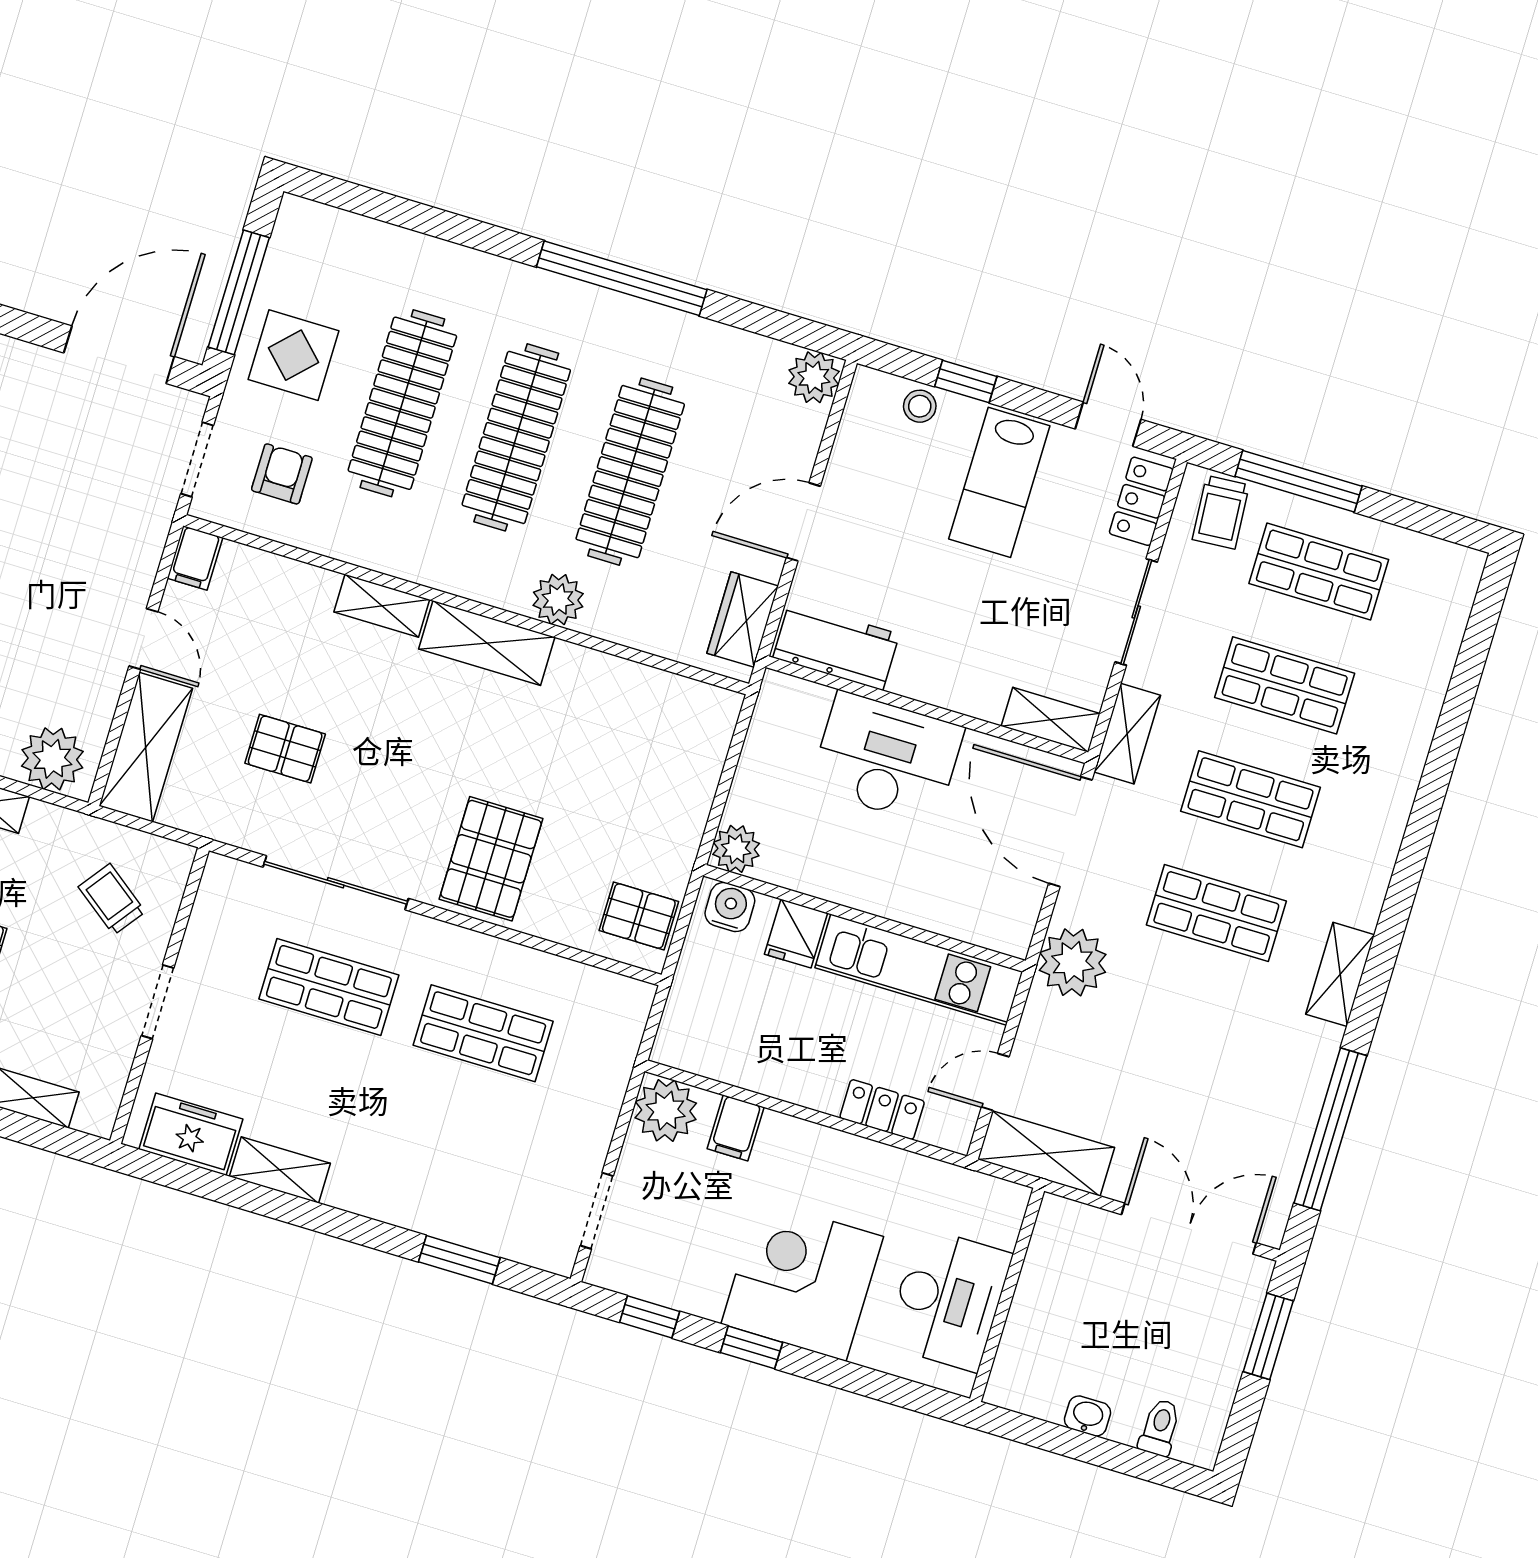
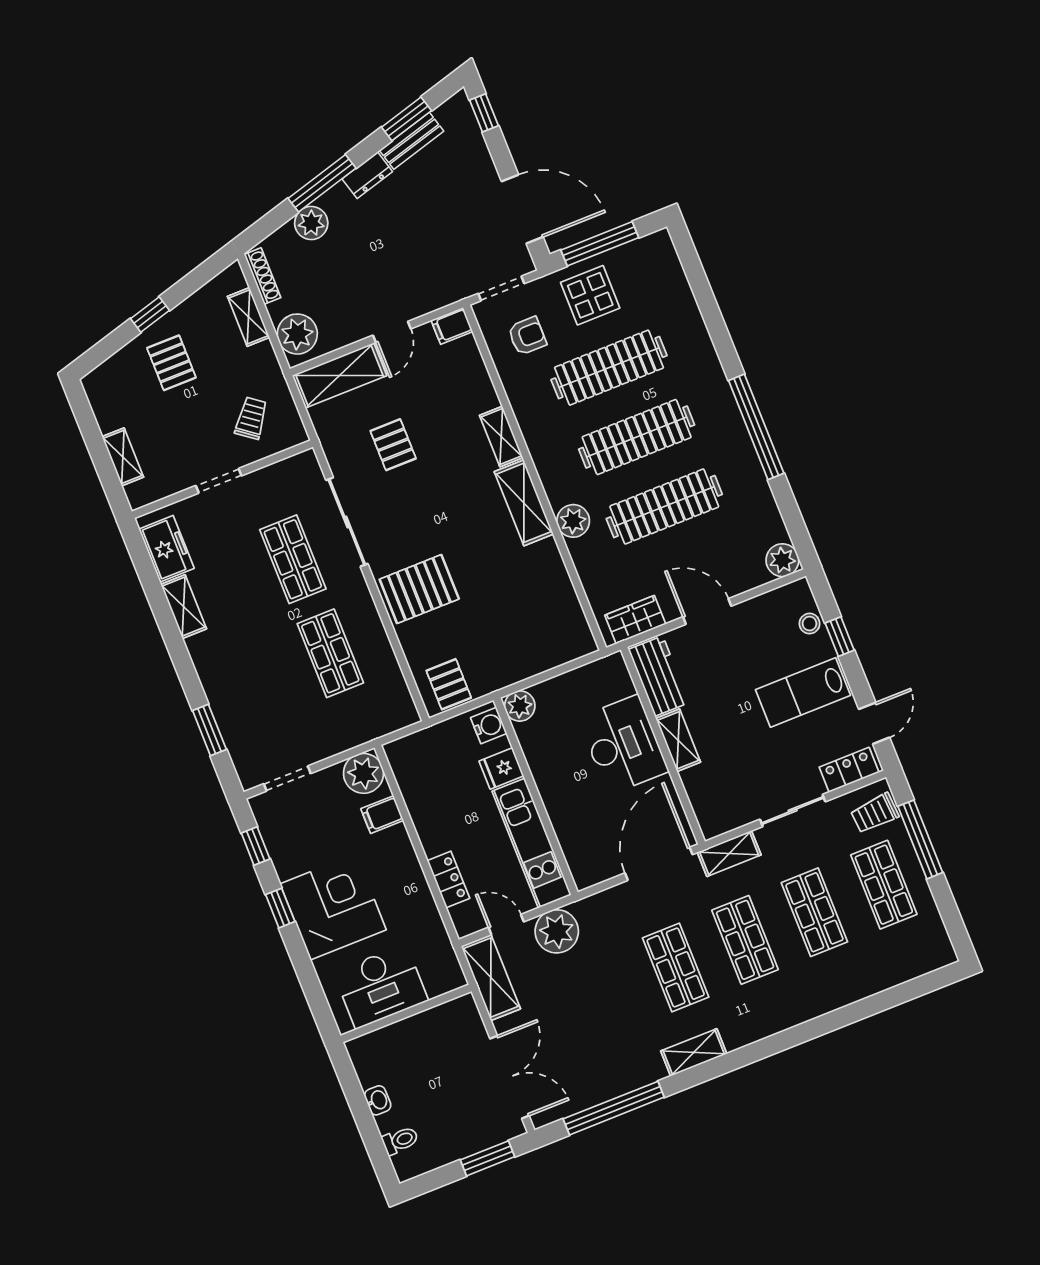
shelving: (1051, 720) -> (678, 740), moved
plant: (1073, 962) -> (557, 931), moved

